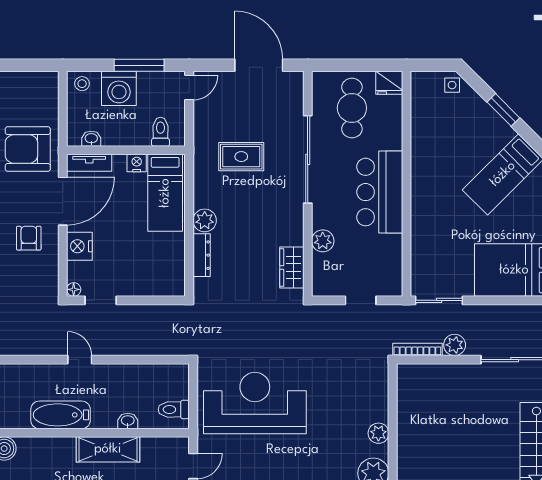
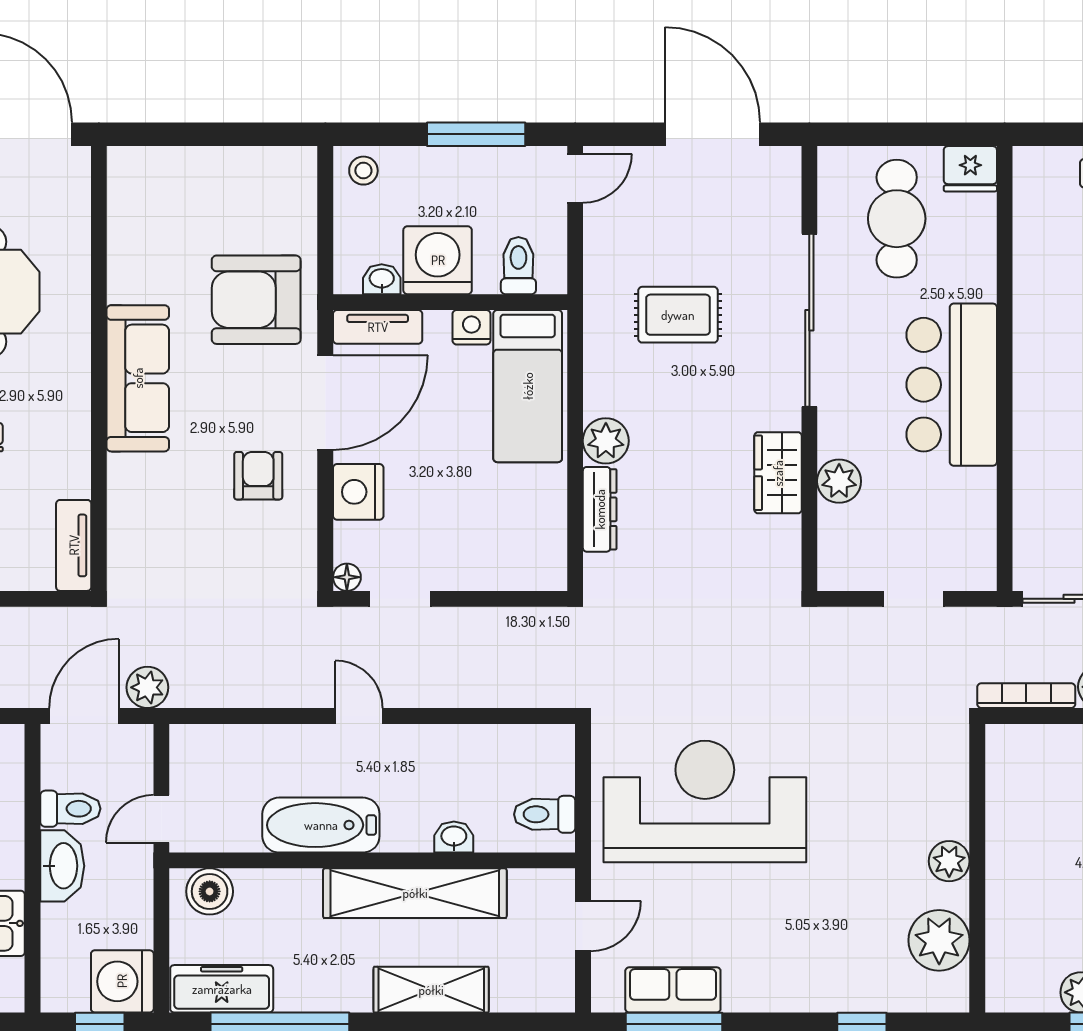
washing machine: (119, 88) -> (438, 260), moved, turned 180
wardrobe: (292, 268) -> (778, 473), moved
shelving: (108, 449) -> (415, 893), width x1.47

